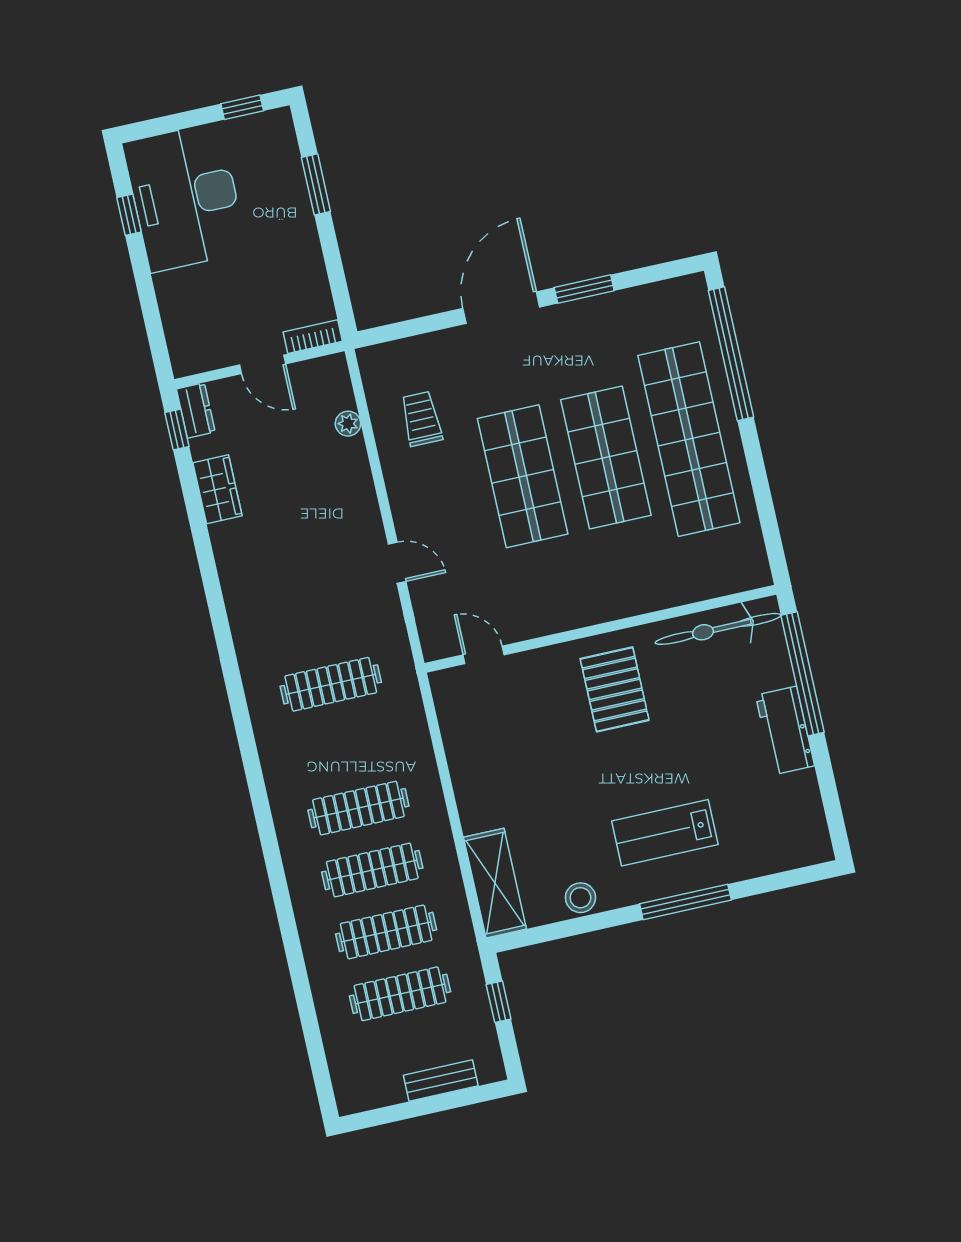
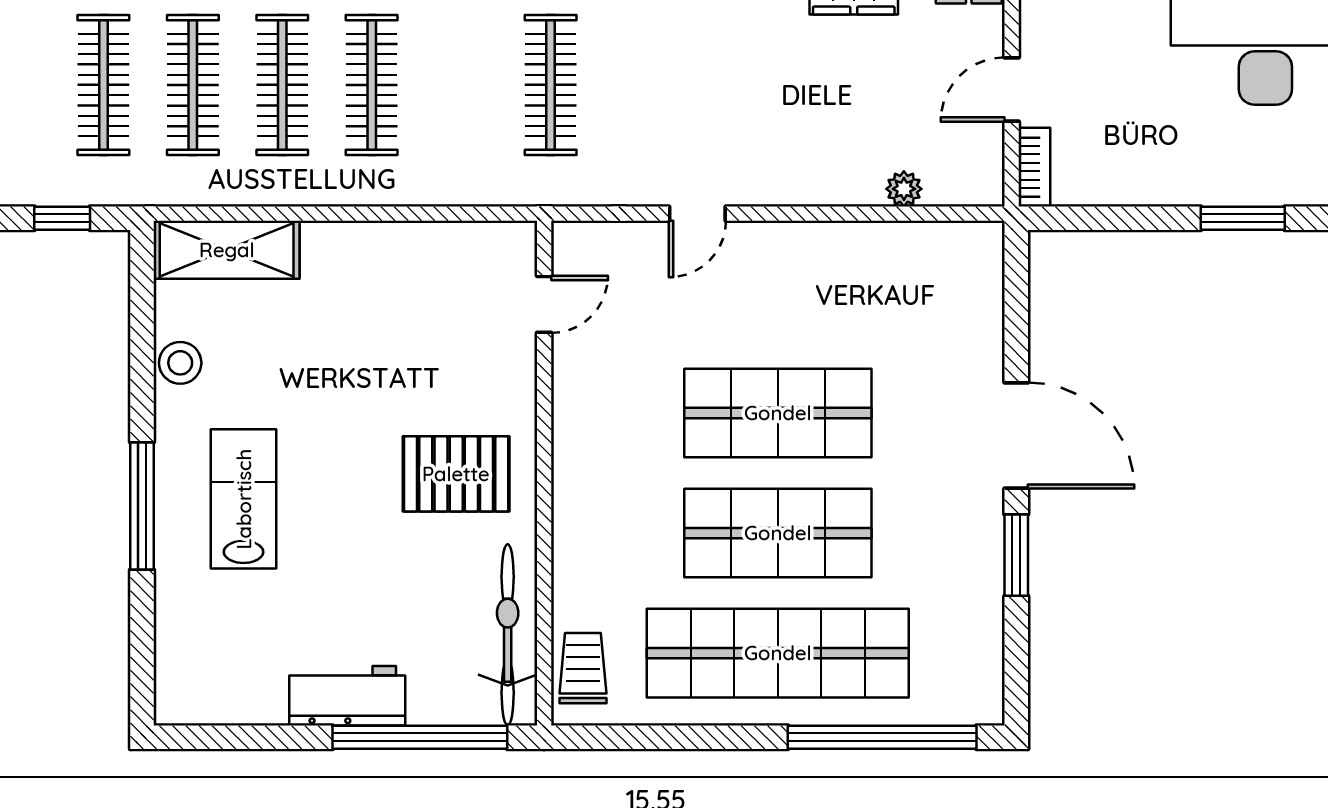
trolley: (421, 419) -> (583, 668), moved, turned -90

